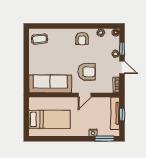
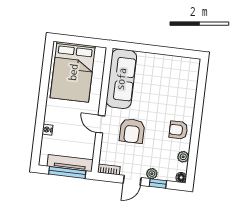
coffee table: (40, 39) -> (185, 72), removed
window: (122, 115) -> (67, 173), width x2.17
bed: (49, 119) -> (73, 72), width x1.50
window: (105, 139) -> (37, 144), removed

